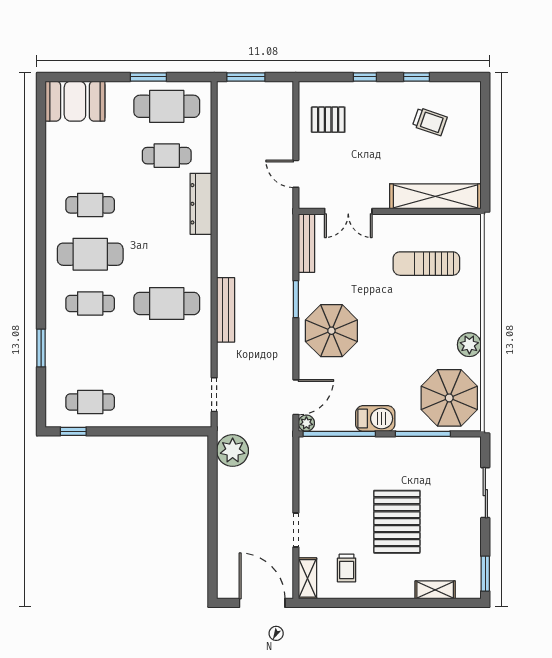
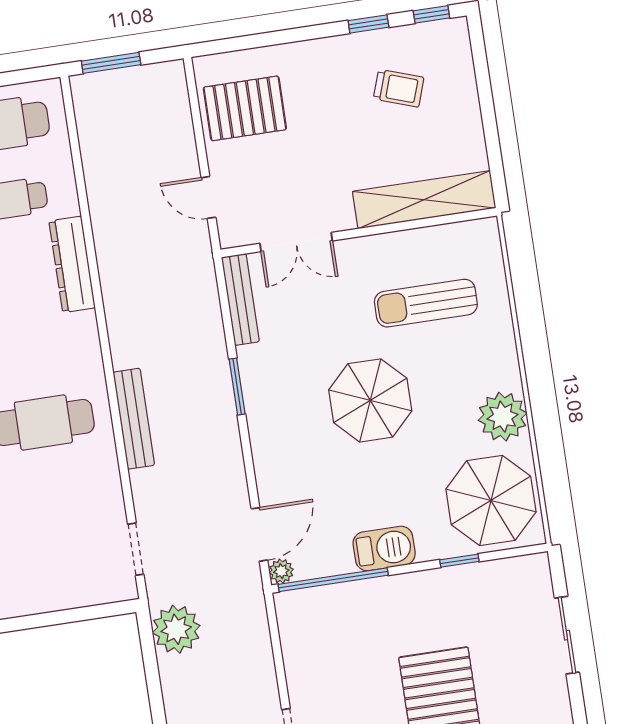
window: (365, 77) -> (431, 14), moved
pallet: (328, 120) -> (245, 108), width x1.50, depth x1.42
parasol: (331, 331) -> (370, 400), moved
plant: (469, 345) -> (503, 417), width x1.36, depth x1.36
window: (423, 434) -> (459, 561), width x0.46

